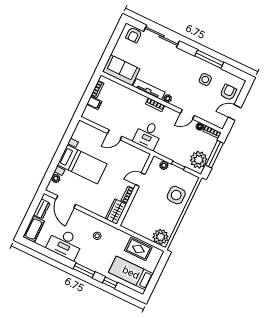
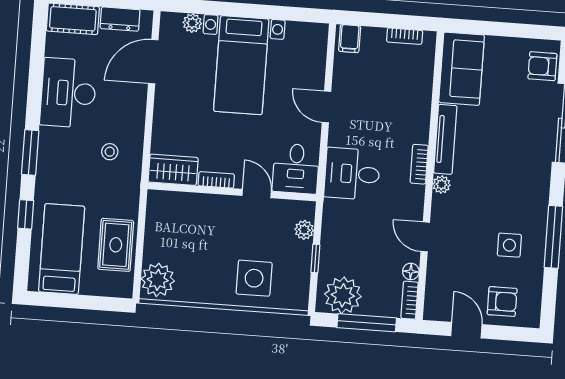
filing cabinet: (94, 103) -> (350, 39), moved
desk: (136, 158) -> (296, 169), added

